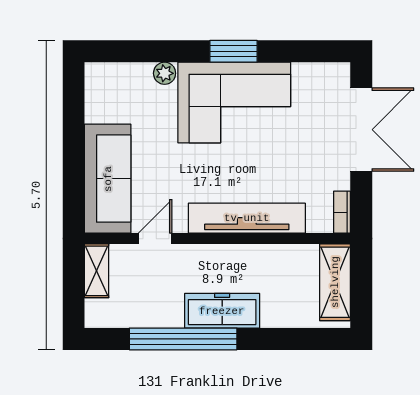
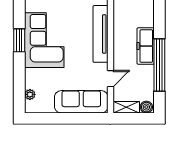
plant: (165, 73) -> (30, 94), moved
door: (155, 239) -> (110, 79), swing flipped
boiler: (97, 312) -> (146, 107), added

